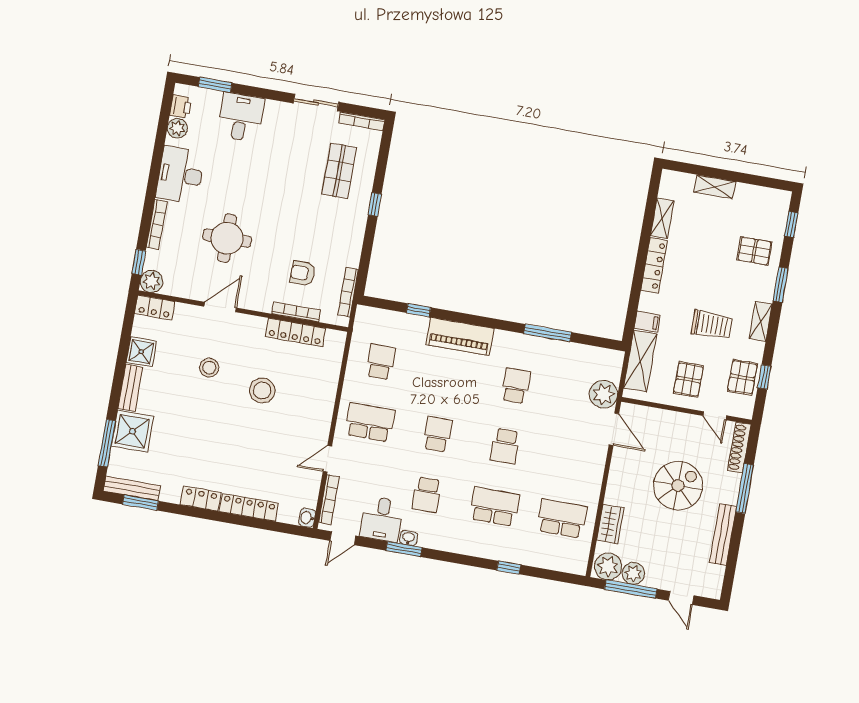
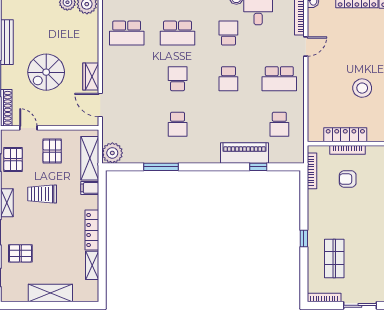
shelving: (715, 187) -> (50, 293), width x1.50, depth x1.33
armchair: (303, 273) -> (348, 179), turned 180
piano: (460, 337) -> (245, 153), moved
plant: (603, 394) -> (112, 153), moved
wardrobe: (610, 524) -> (91, 76), moved

